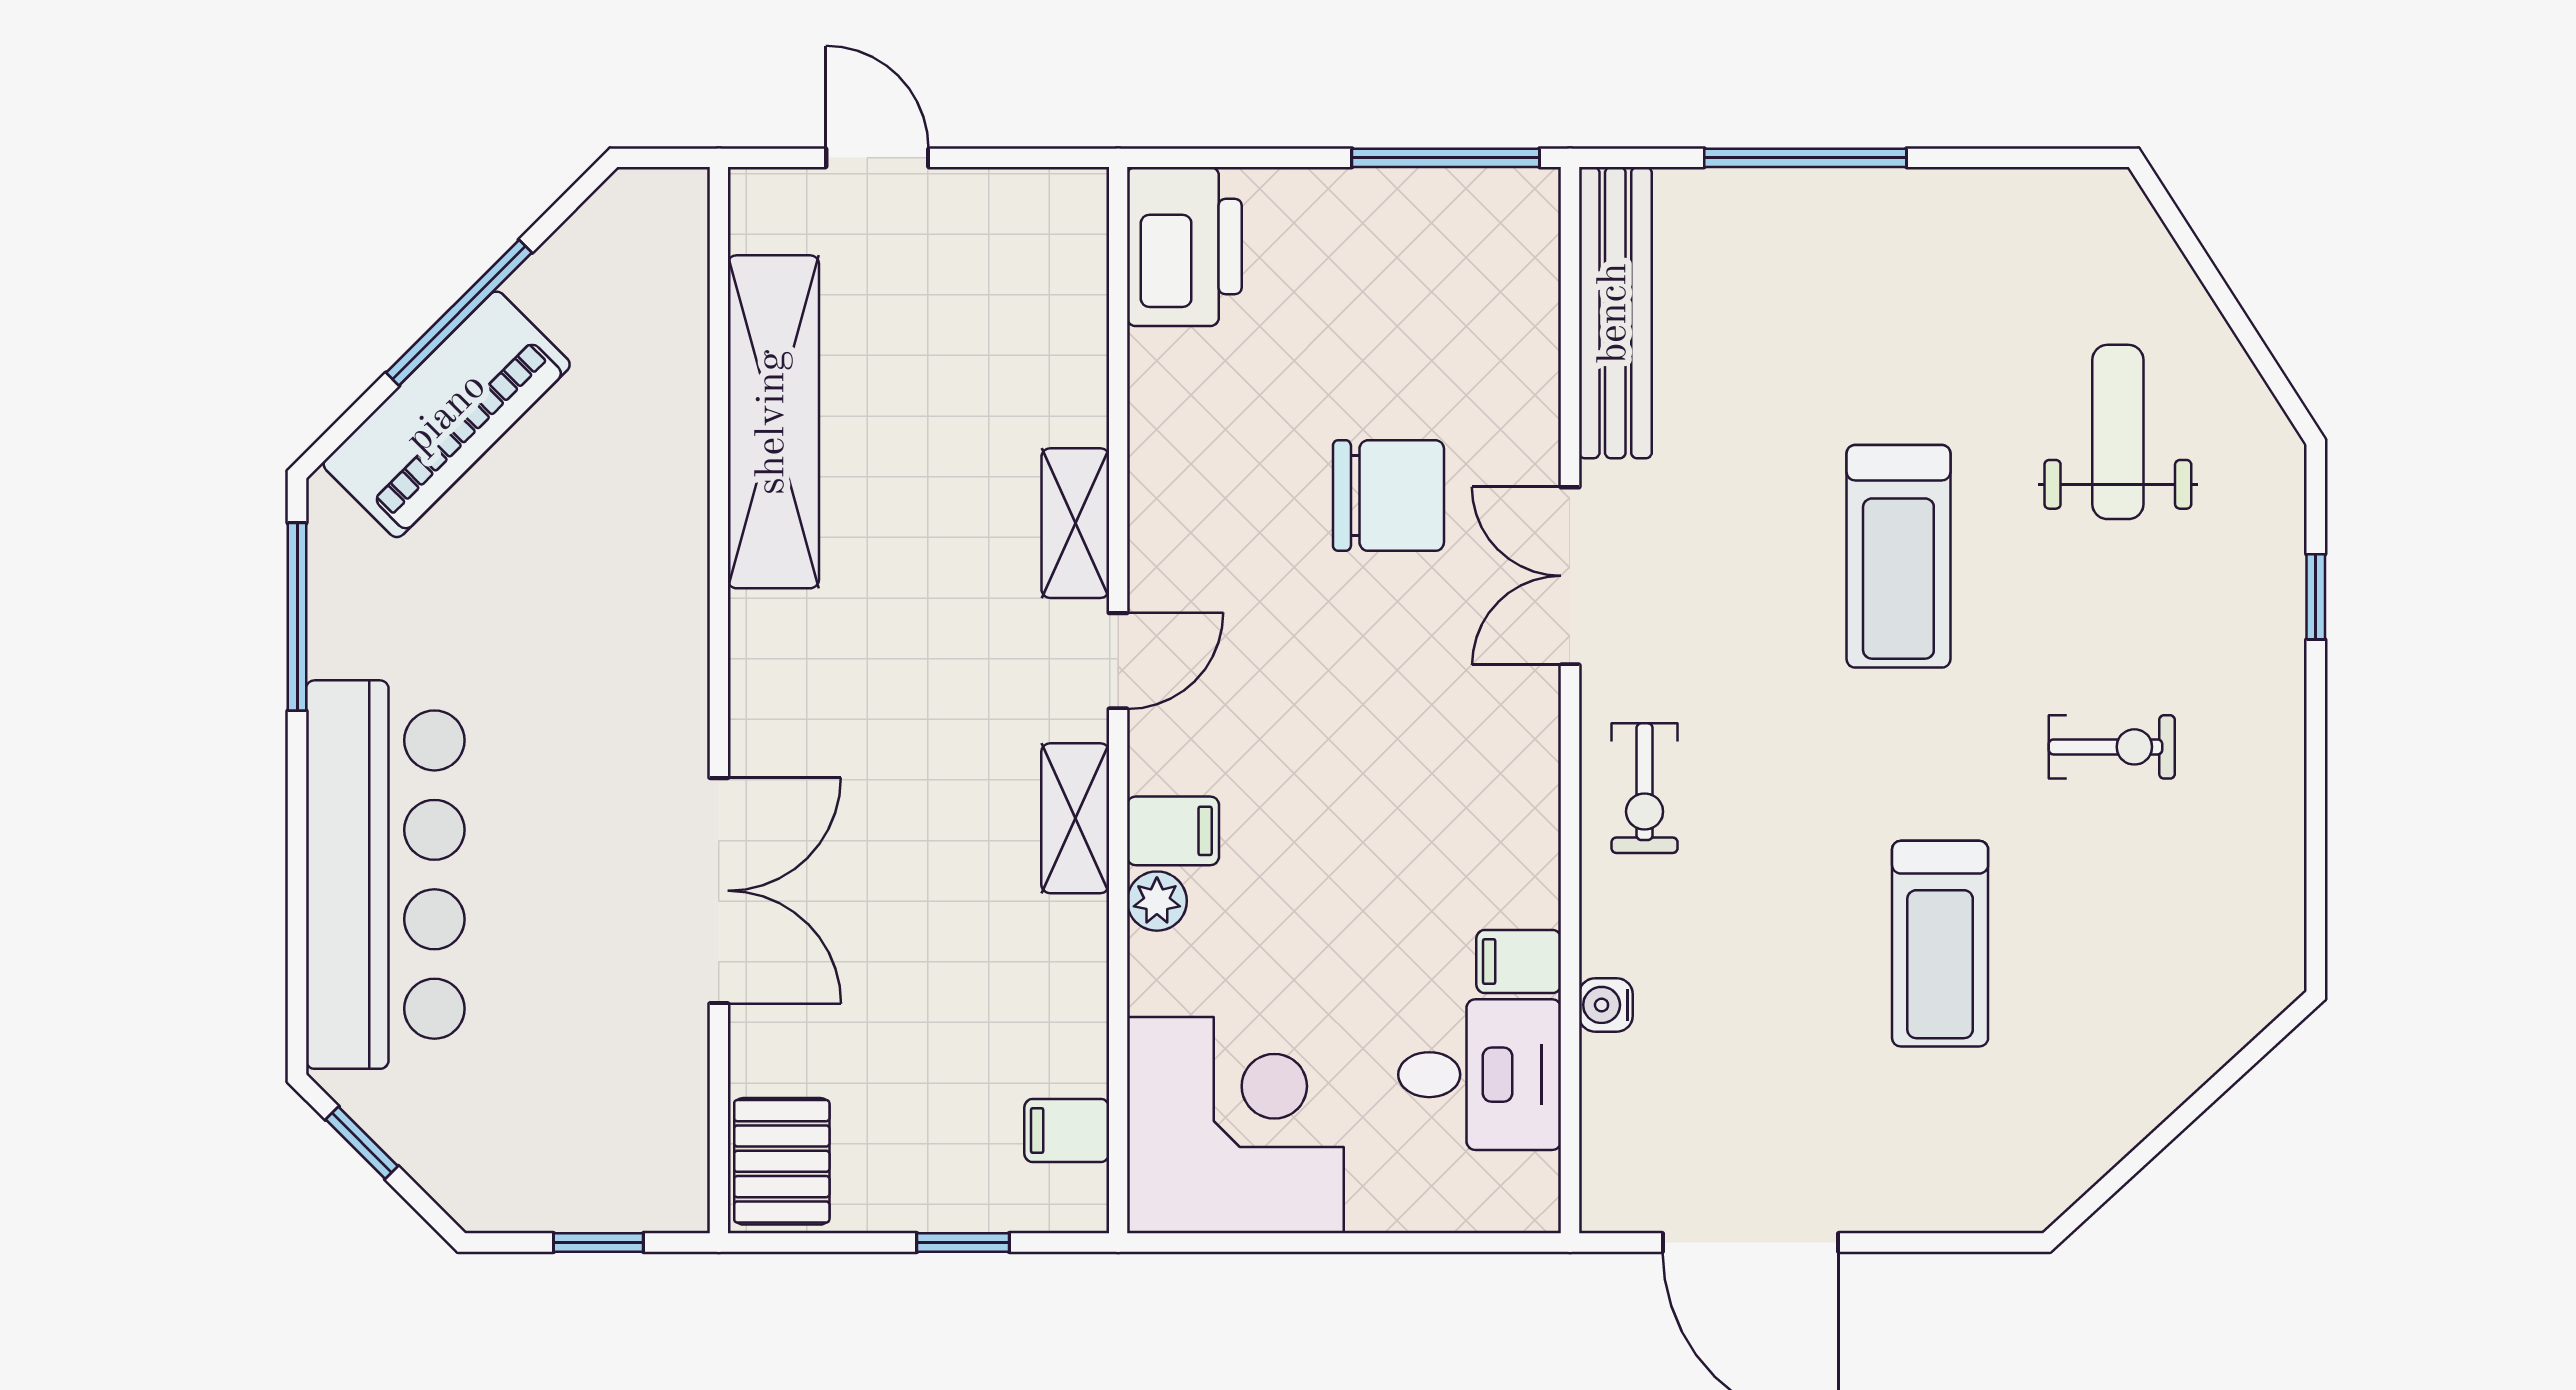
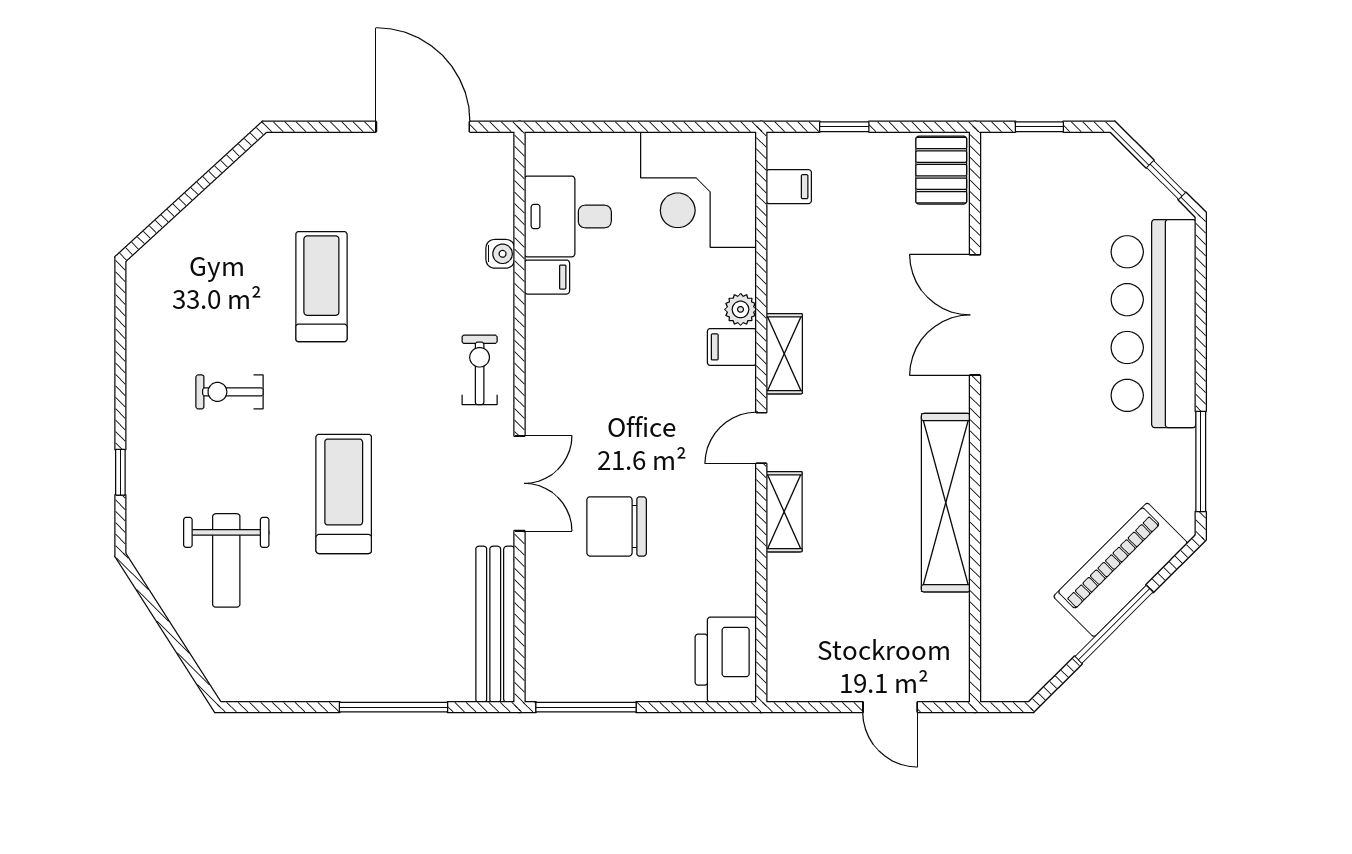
shelving: (773, 422) -> (946, 503), moved

